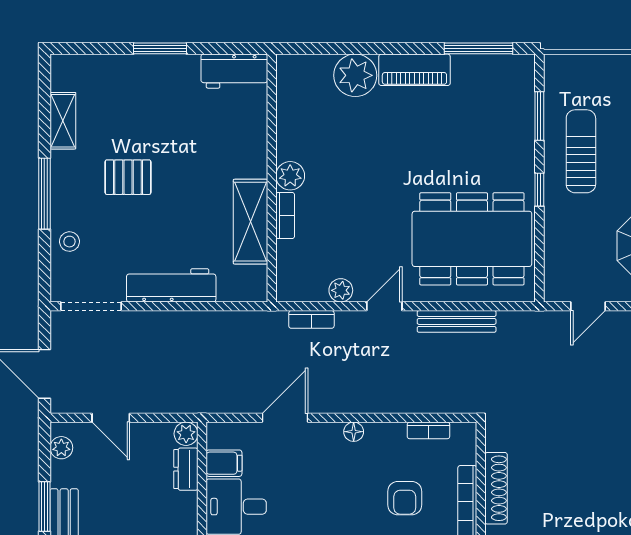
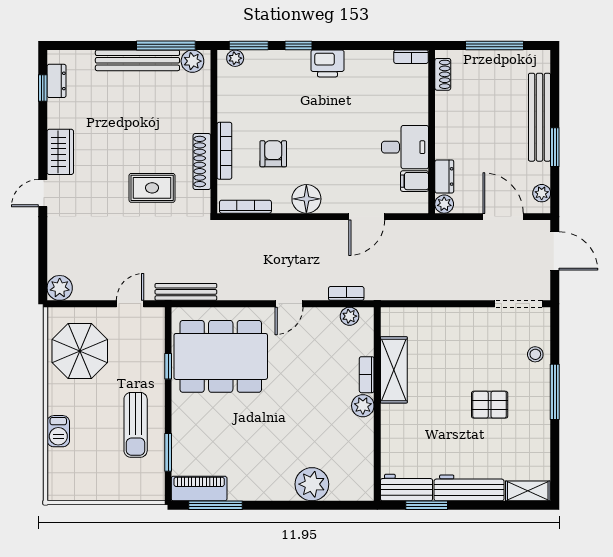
window: (160, 48) -> (427, 505), moved
piano: (414, 70) -> (199, 489), moved
shelving: (63, 121) -> (528, 491), moved, turned 90
window: (539, 190) -> (168, 366), moved
workbench: (171, 285) -> (469, 488), moved, turned 180
plant: (341, 290) -> (350, 316), moved
bench: (457, 321) -> (186, 292), moved
door: (111, 418) -> (503, 217), width x1.38
bookcase: (428, 430) -> (245, 207), width x1.56
floor lamp: (354, 432) -> (306, 199), width x1.89, depth x1.89
rug: (560, 455) -> (152, 188), added

